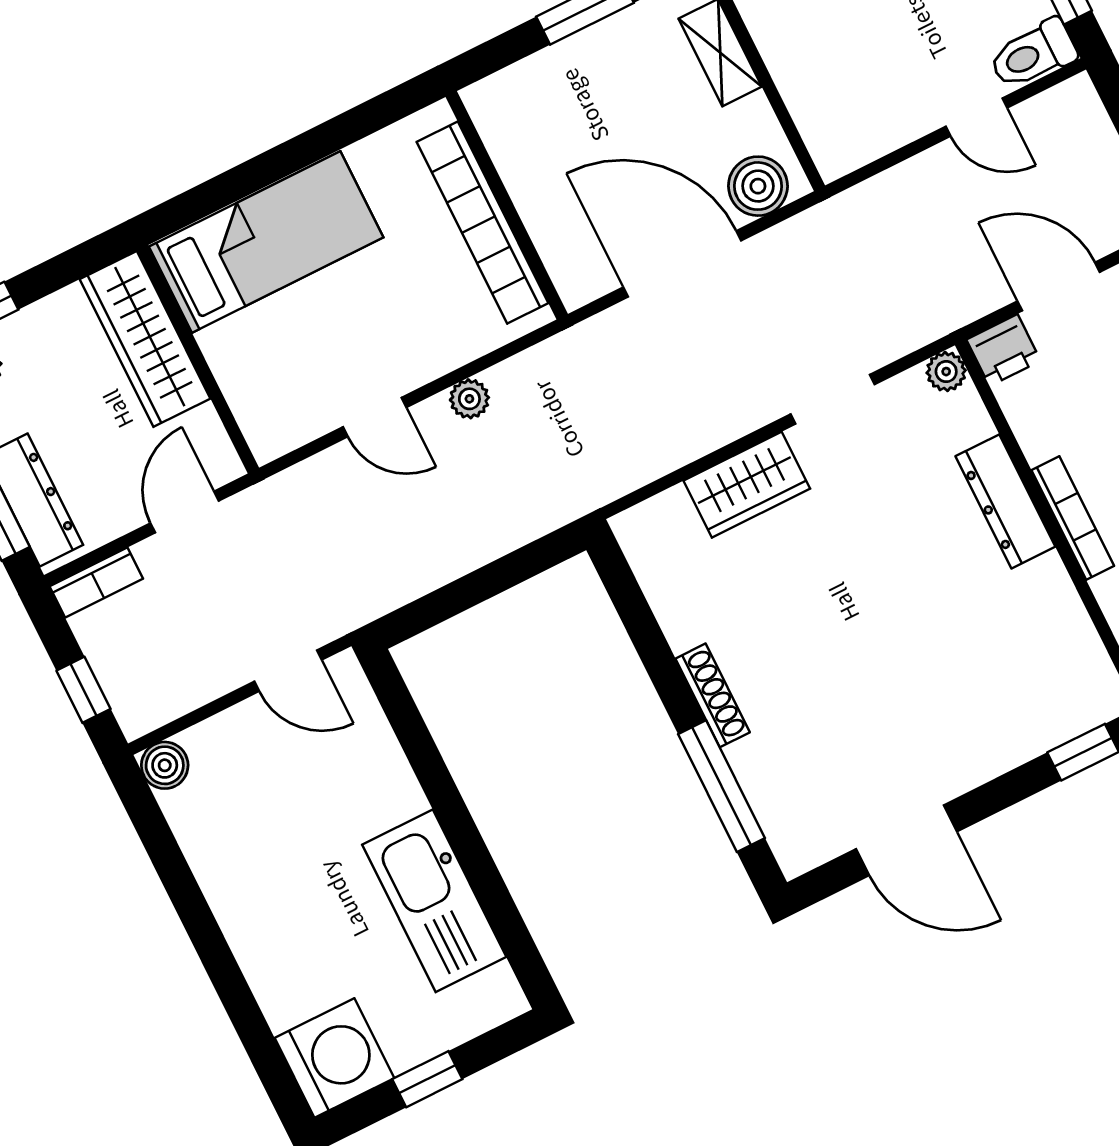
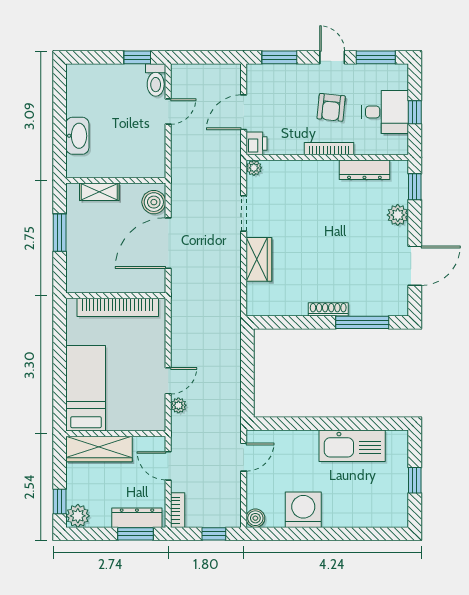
plant: (469, 399) -> (178, 405), moved
dresser: (1005, 501) -> (364, 170), moved
plant: (1001, 746) -> (398, 215), added
washing machine: (334, 1058) -> (303, 510), moved

